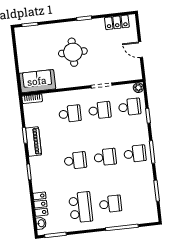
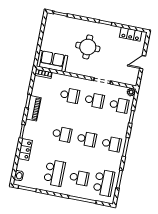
door: (141, 50) -> (143, 62), hinge flipped
school desk: (140, 201) -> (104, 183), added
locker: (40, 204) -> (25, 149), moved

